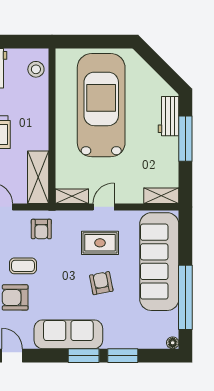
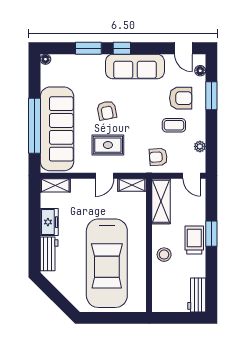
stool: (36, 69) -> (164, 255), moved
window: (185, 139) -> (34, 234), removed
freezer: (168, 153) -> (49, 222), added
armchair: (41, 229) -> (158, 157), turned -94
window: (185, 297) -> (34, 126), moved
window: (84, 356) -> (122, 48), width x0.67

